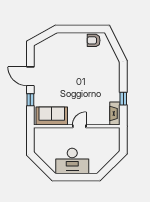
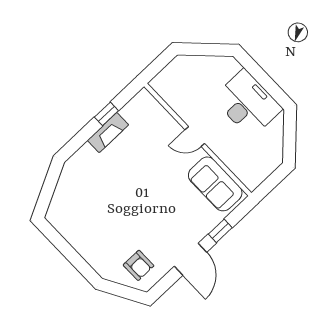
armchair: (94, 40) -> (139, 265), moved
fireplace: (115, 114) -> (108, 133), moved

